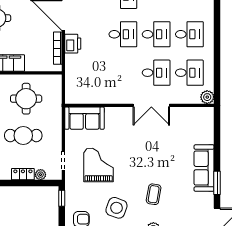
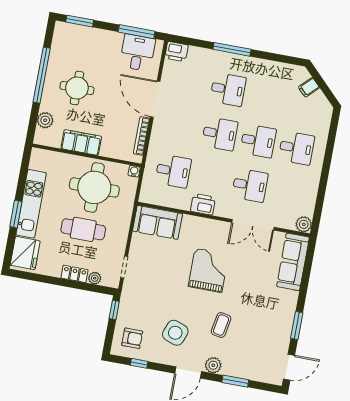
printer: (73, 44) -> (203, 204), moved, turned -90
desk: (189, 73) -> (173, 171), moved
water cooler: (57, 79) -> (134, 171), added
round table: (26, 99) -> (94, 187), width x1.36, depth x1.36
double door: (151, 105) -> (253, 225), moved
grand piano: (99, 165) -> (208, 270), moved
sofa: (204, 168) -> (293, 262), moved

